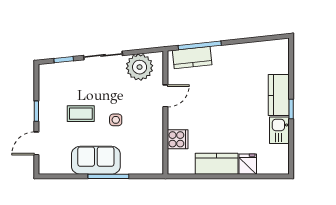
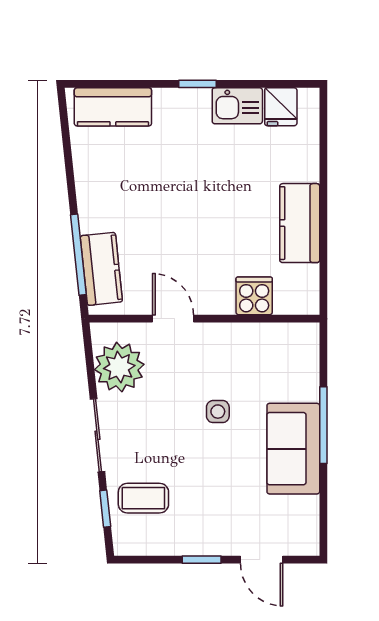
kitchen counter: (279, 95) -> (113, 107), moved
coffee table: (81, 114) -> (143, 498), moved, turned 90
fridge: (248, 164) -> (281, 107), moved, turned -90

